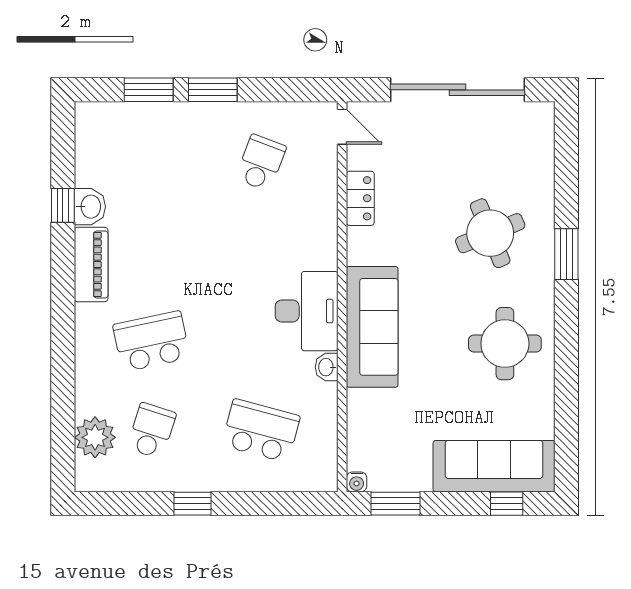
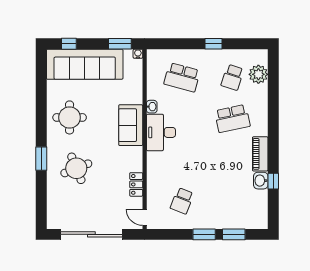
sofa: (372, 327) -> (131, 125), width x0.73
sofa: (494, 466) -> (85, 64), width x1.36, depth x1.27

